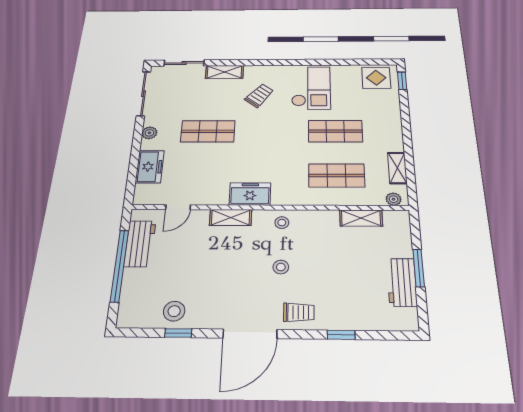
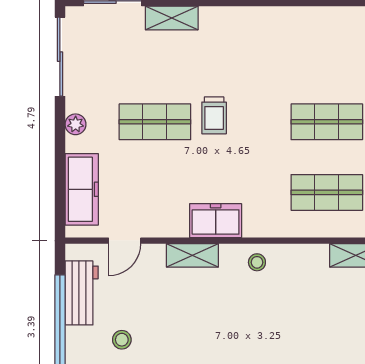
checkout: (311, 88) -> (294, 47), removed
trolley: (259, 95) -> (214, 115), moved, turned 142
freezer: (150, 167) -> (82, 189), width x1.40
stool: (281, 267) -> (122, 340), moved

